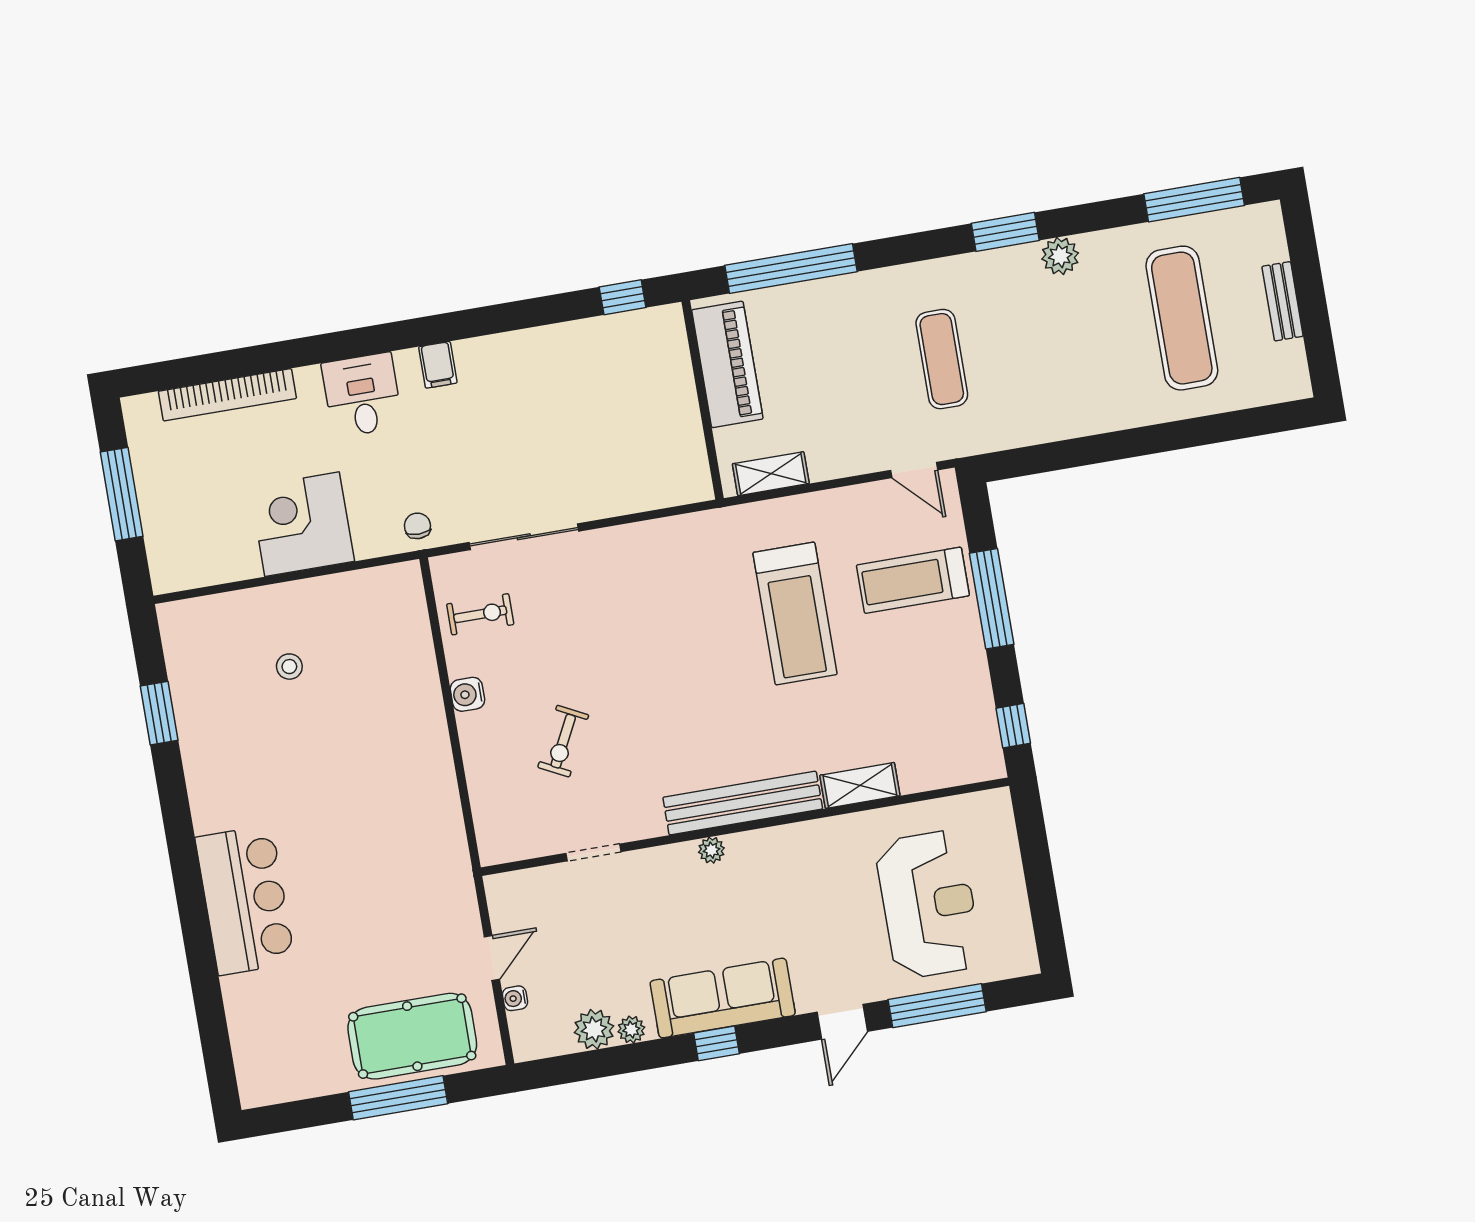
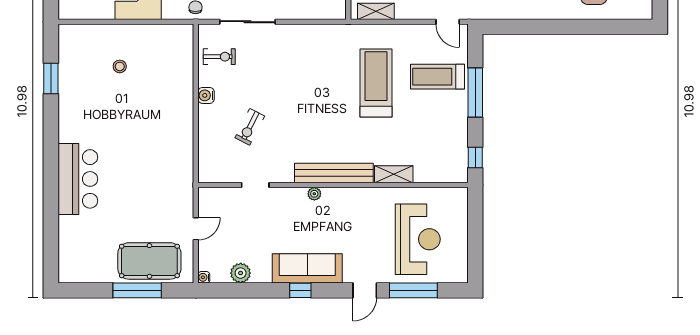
treadmill: (795, 613) -> (376, 83), turned 180
water cooler: (515, 998) -> (204, 277), moved
plant: (631, 1030) -> (259, 276), removed

